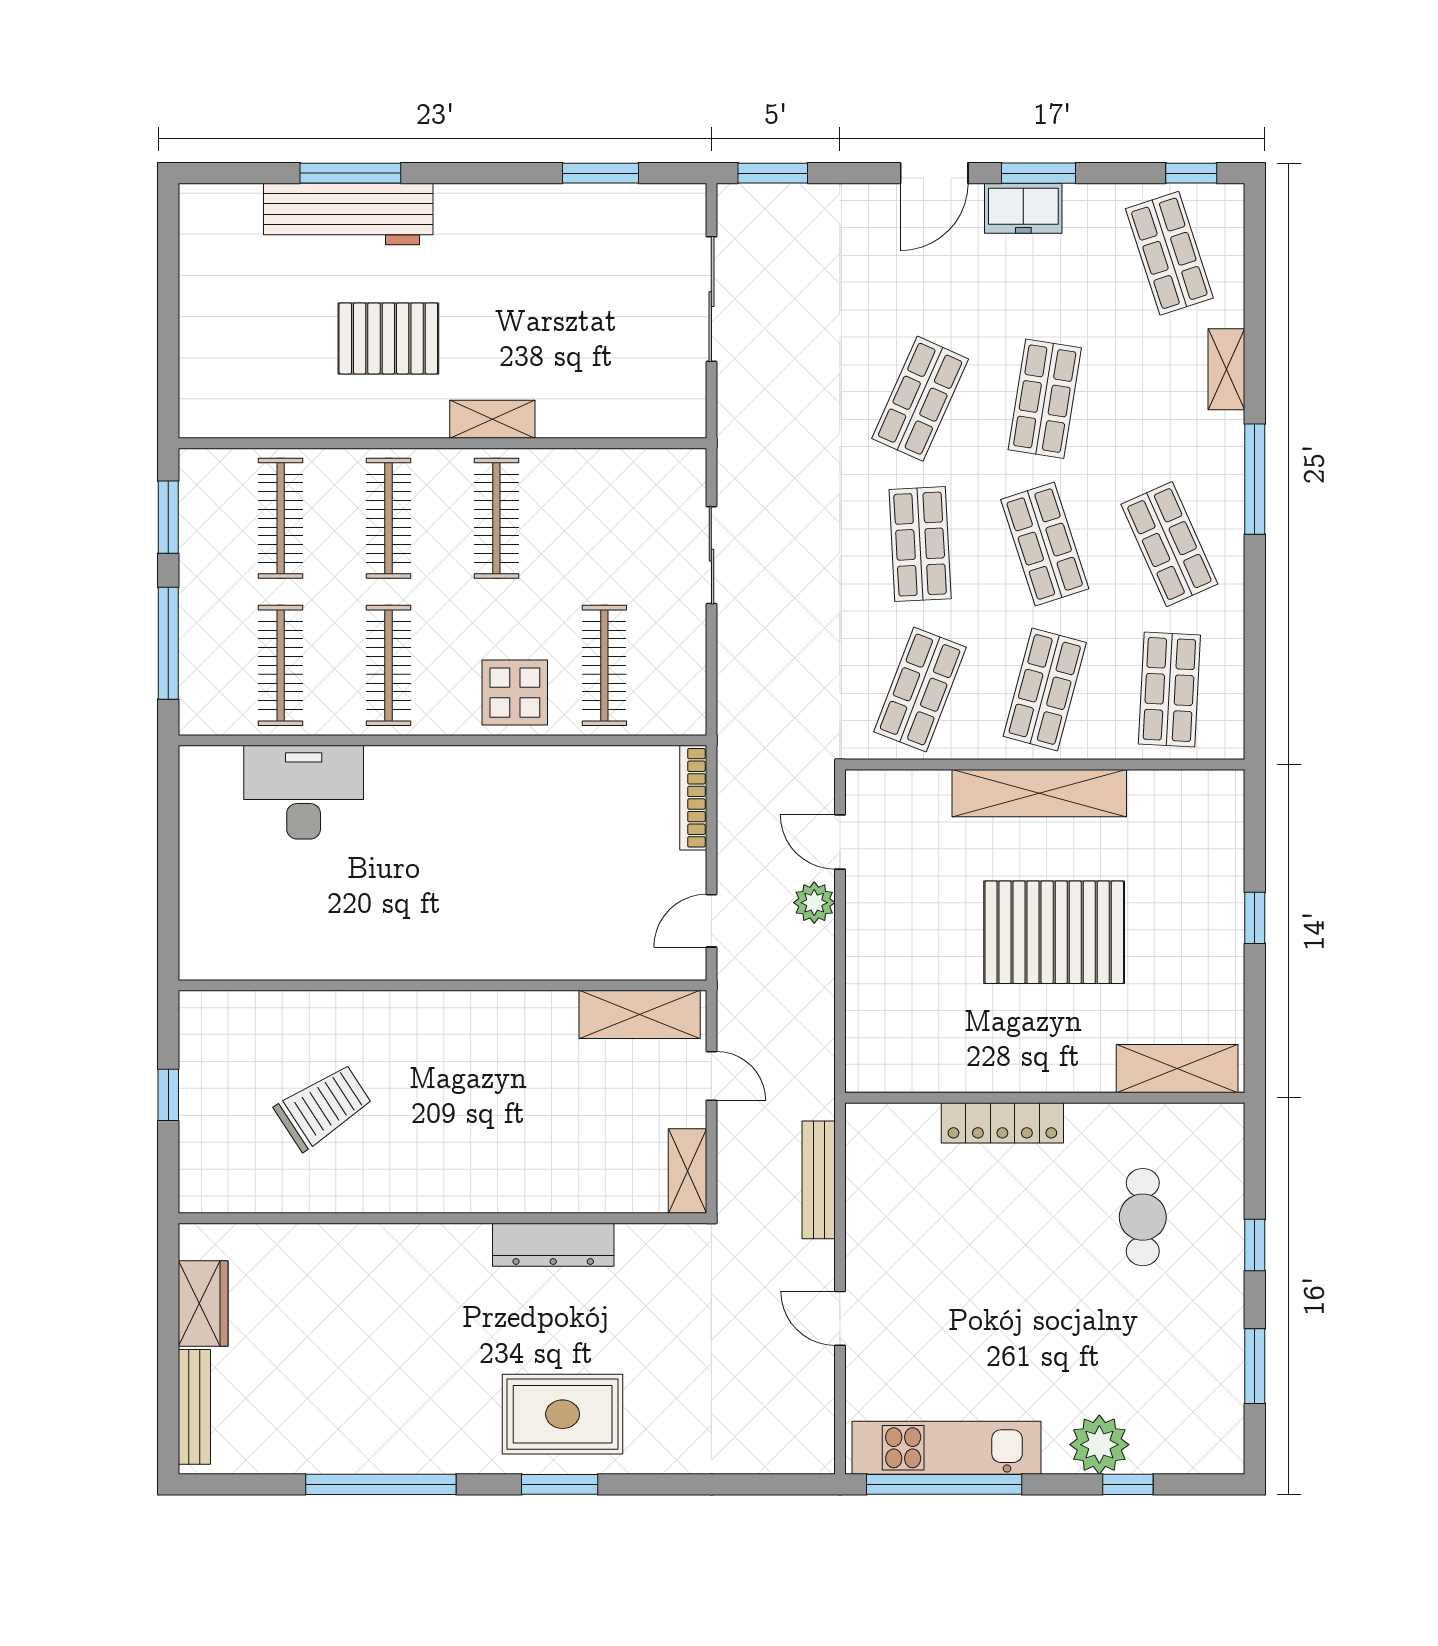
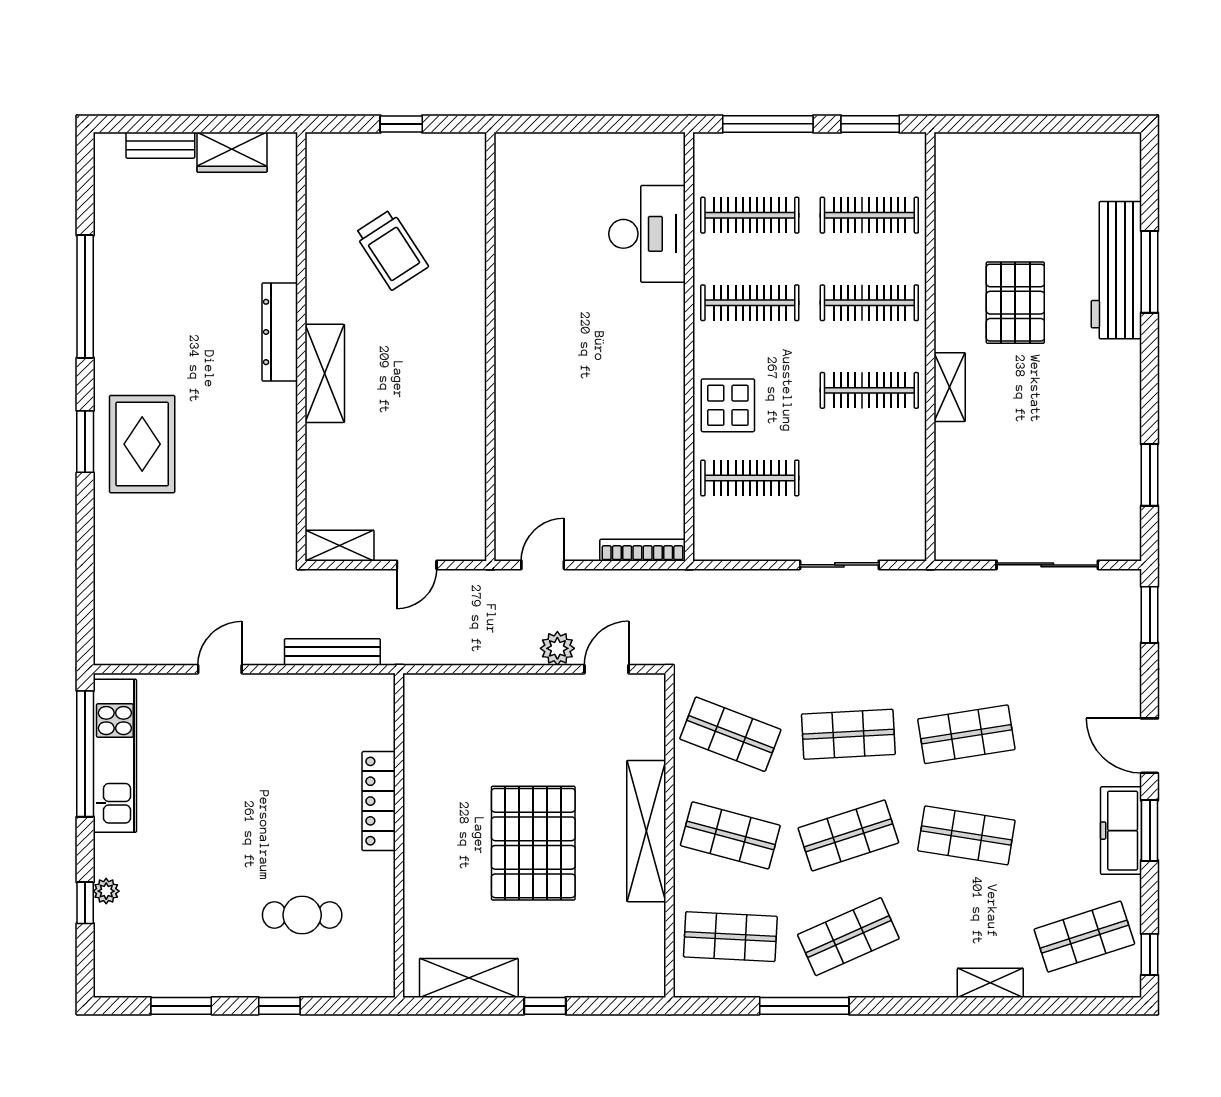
freezer: (1023, 208) -> (1121, 831), width x1.40
shop shelf: (920, 399) -> (966, 734), turned -33
window: (1255, 479) -> (804, 1006), moved
door: (711, 921) -> (543, 565), hinge flipped
shelving: (640, 1014) -> (325, 373), moved
shelving: (1177, 1069) -> (469, 978), moved, turned 90
dresser: (553, 1245) -> (280, 332), moved
bench: (194, 1407) -> (160, 145), width x0.73
plant: (1099, 1445) -> (106, 891), width x0.53, depth x0.53

